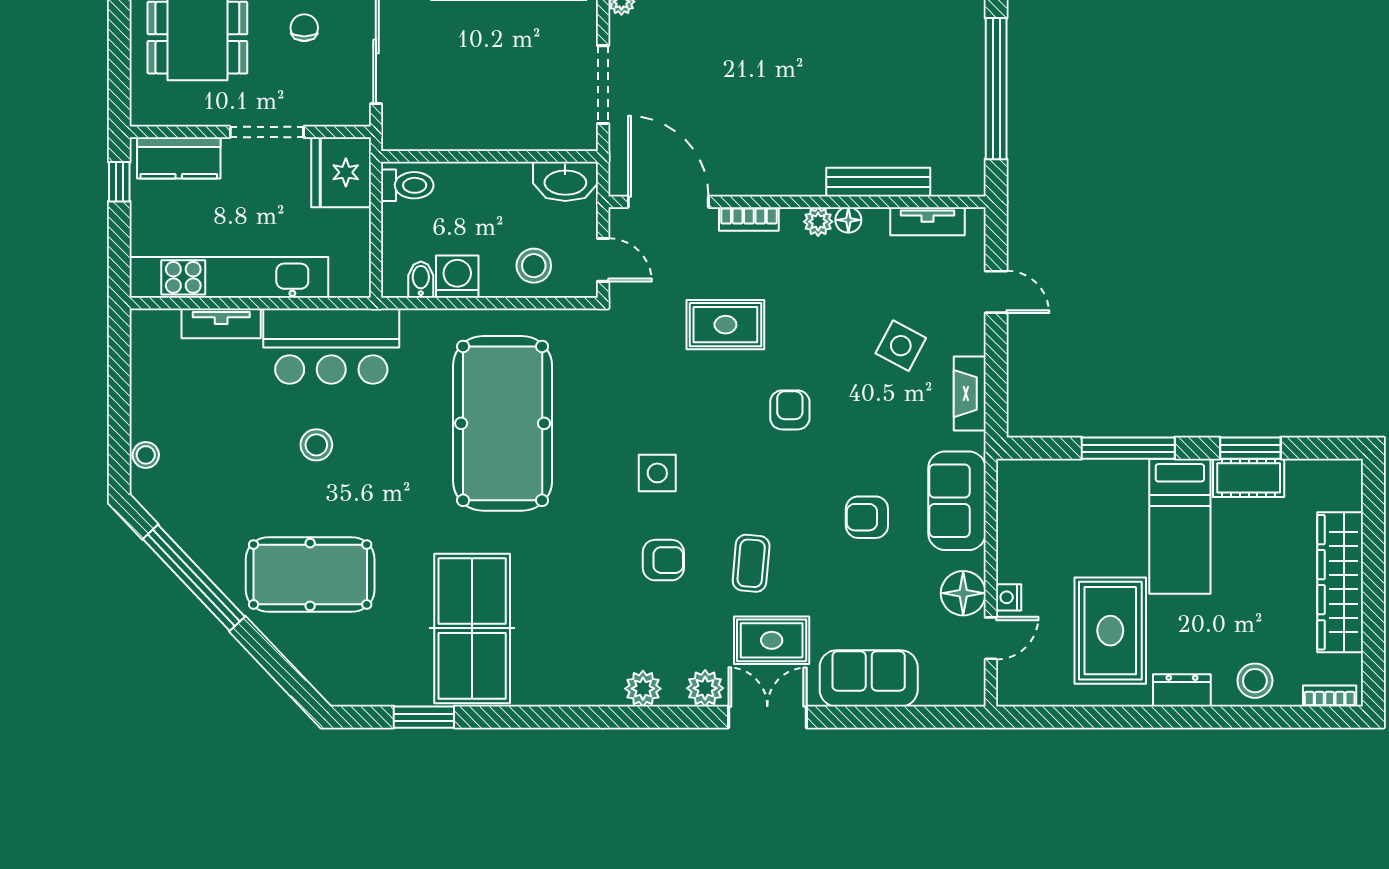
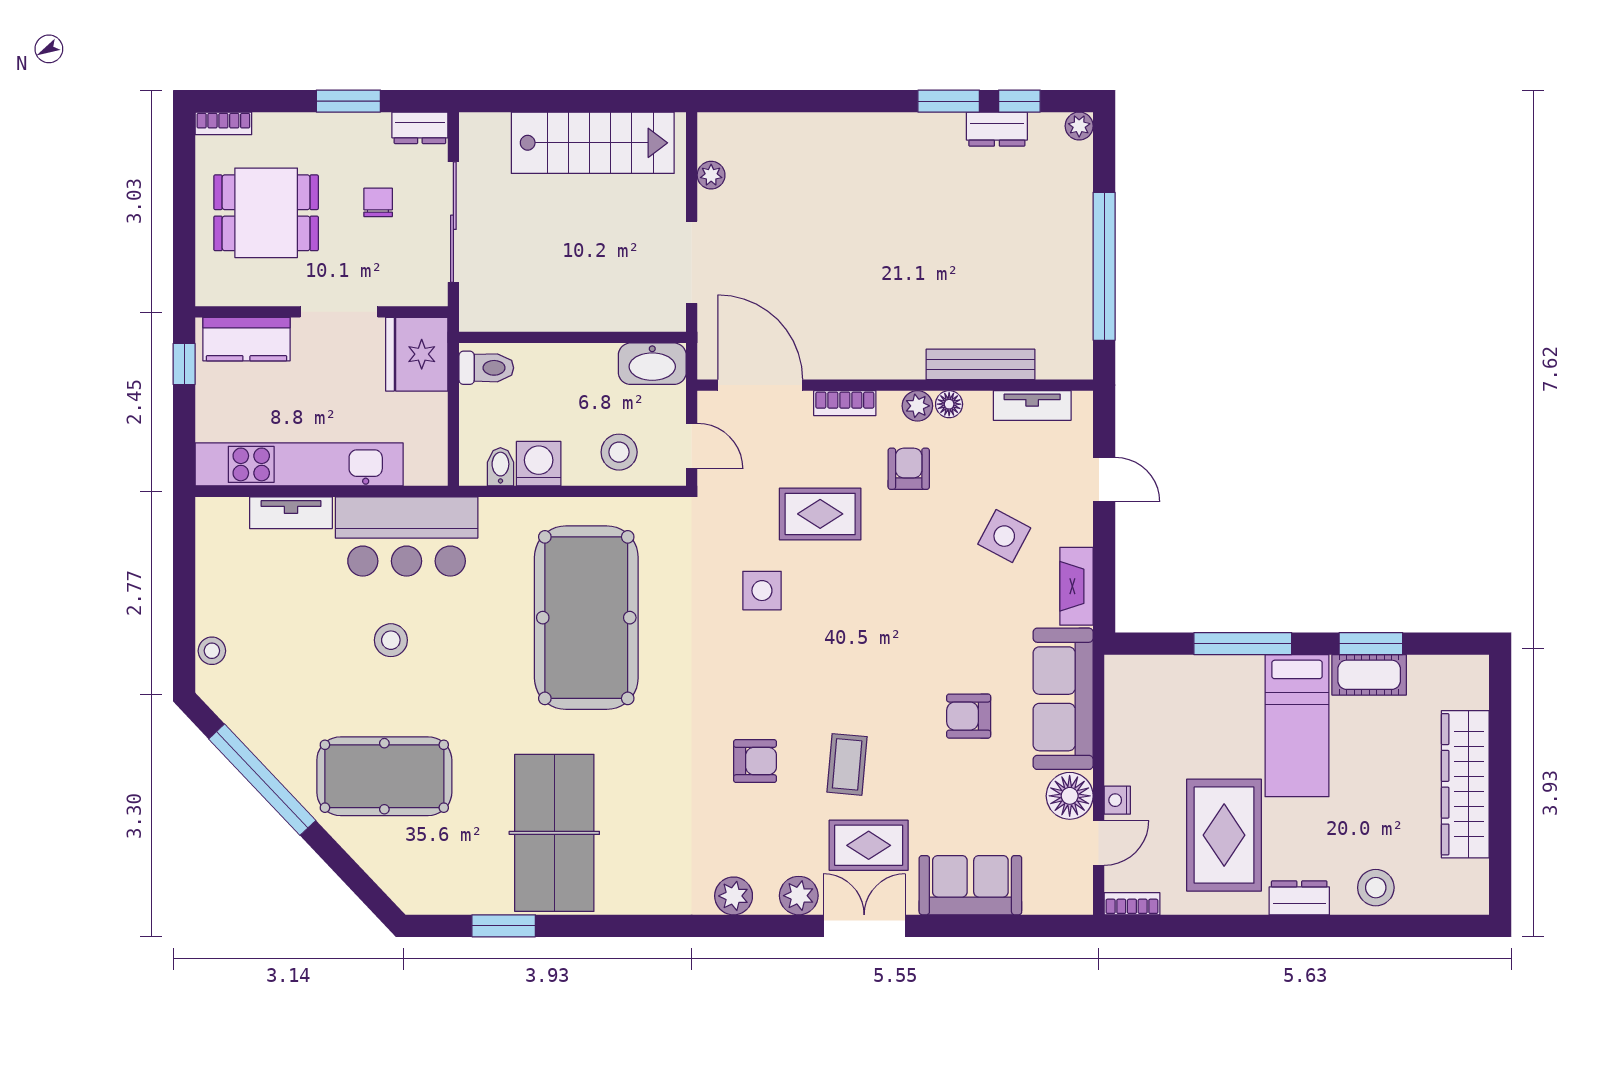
armchair: (790, 410) -> (909, 469), moved
side table: (657, 473) -> (762, 591), moved
sofa: (957, 501) -> (1063, 699), width x1.36
bookcase: (1330, 696) -> (1132, 904), moved

